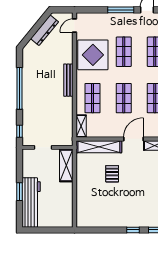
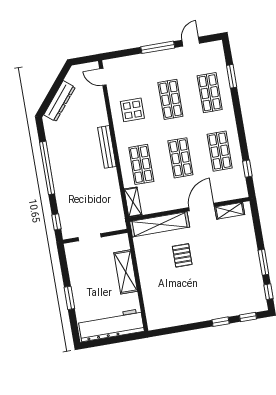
door: (74, 25) -> (103, 77), hinge flipped
dresser: (45, 30) -> (60, 101), moved
display table: (93, 55) -> (132, 110), width x0.54, depth x0.54
shelving: (66, 165) -> (126, 272), moved
workbench: (31, 202) -> (111, 325), moved, turned -90

